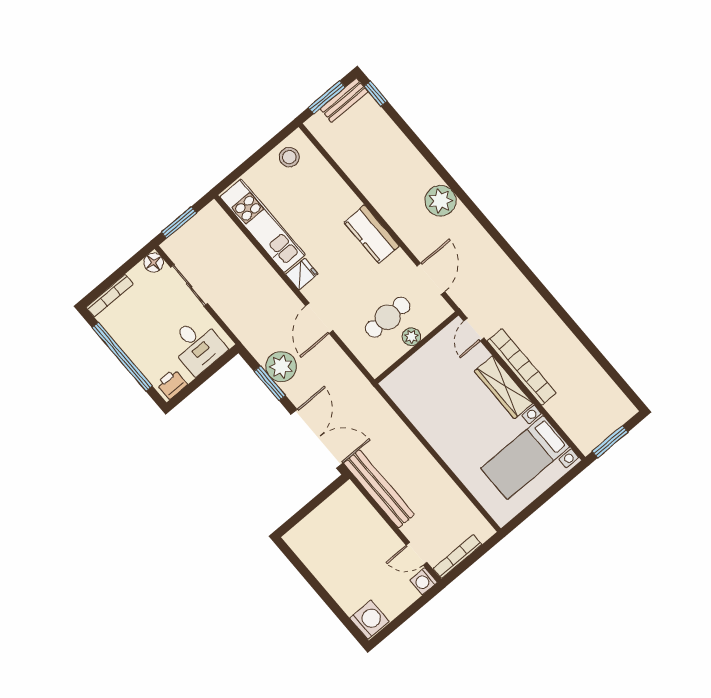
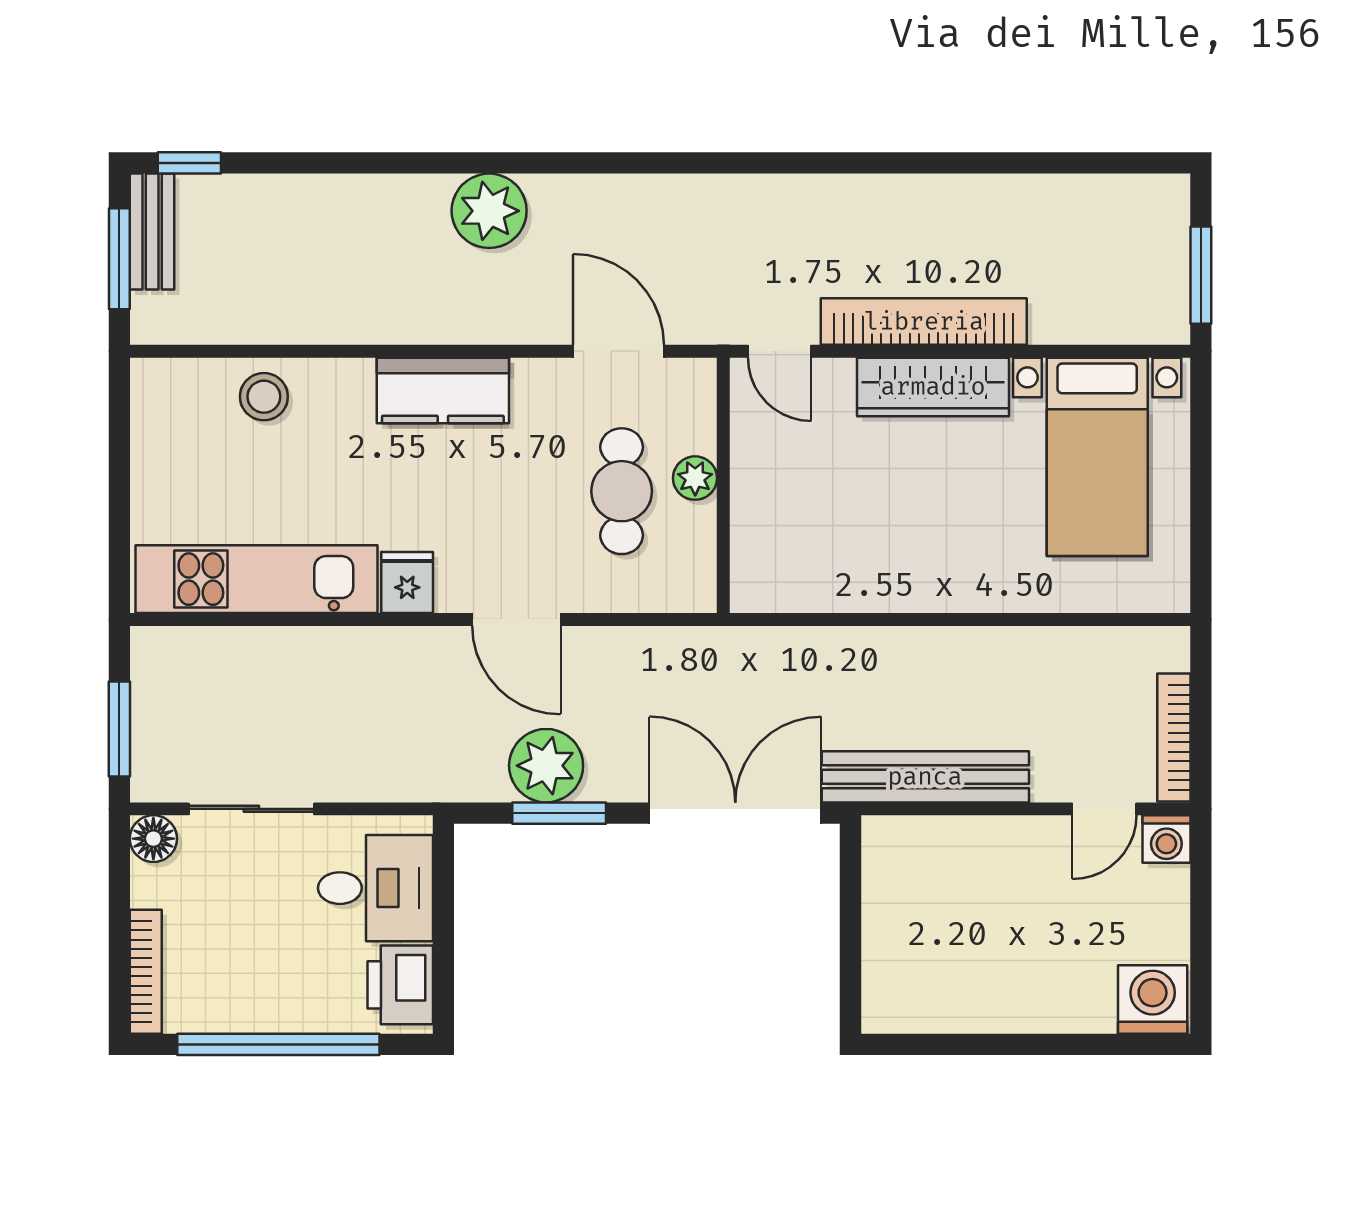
stool: (289, 157) -> (264, 397), moved
printer: (172, 384) -> (400, 985), width x1.36, depth x1.24

